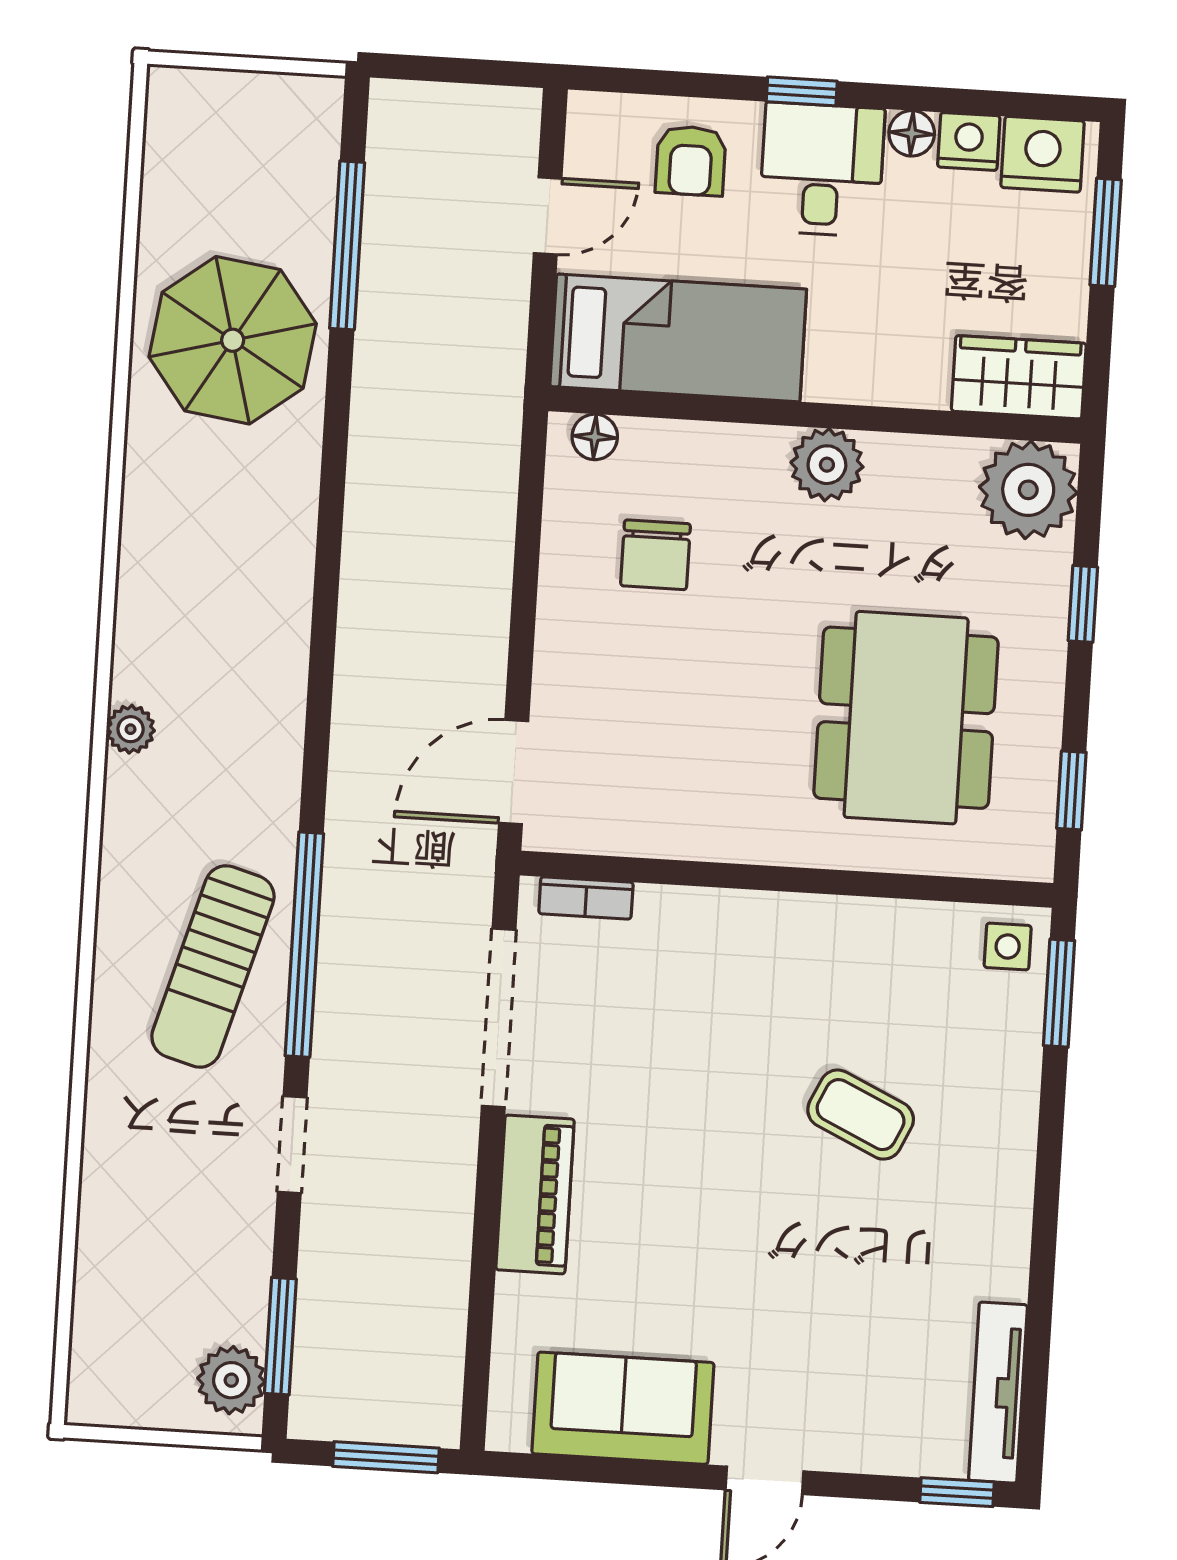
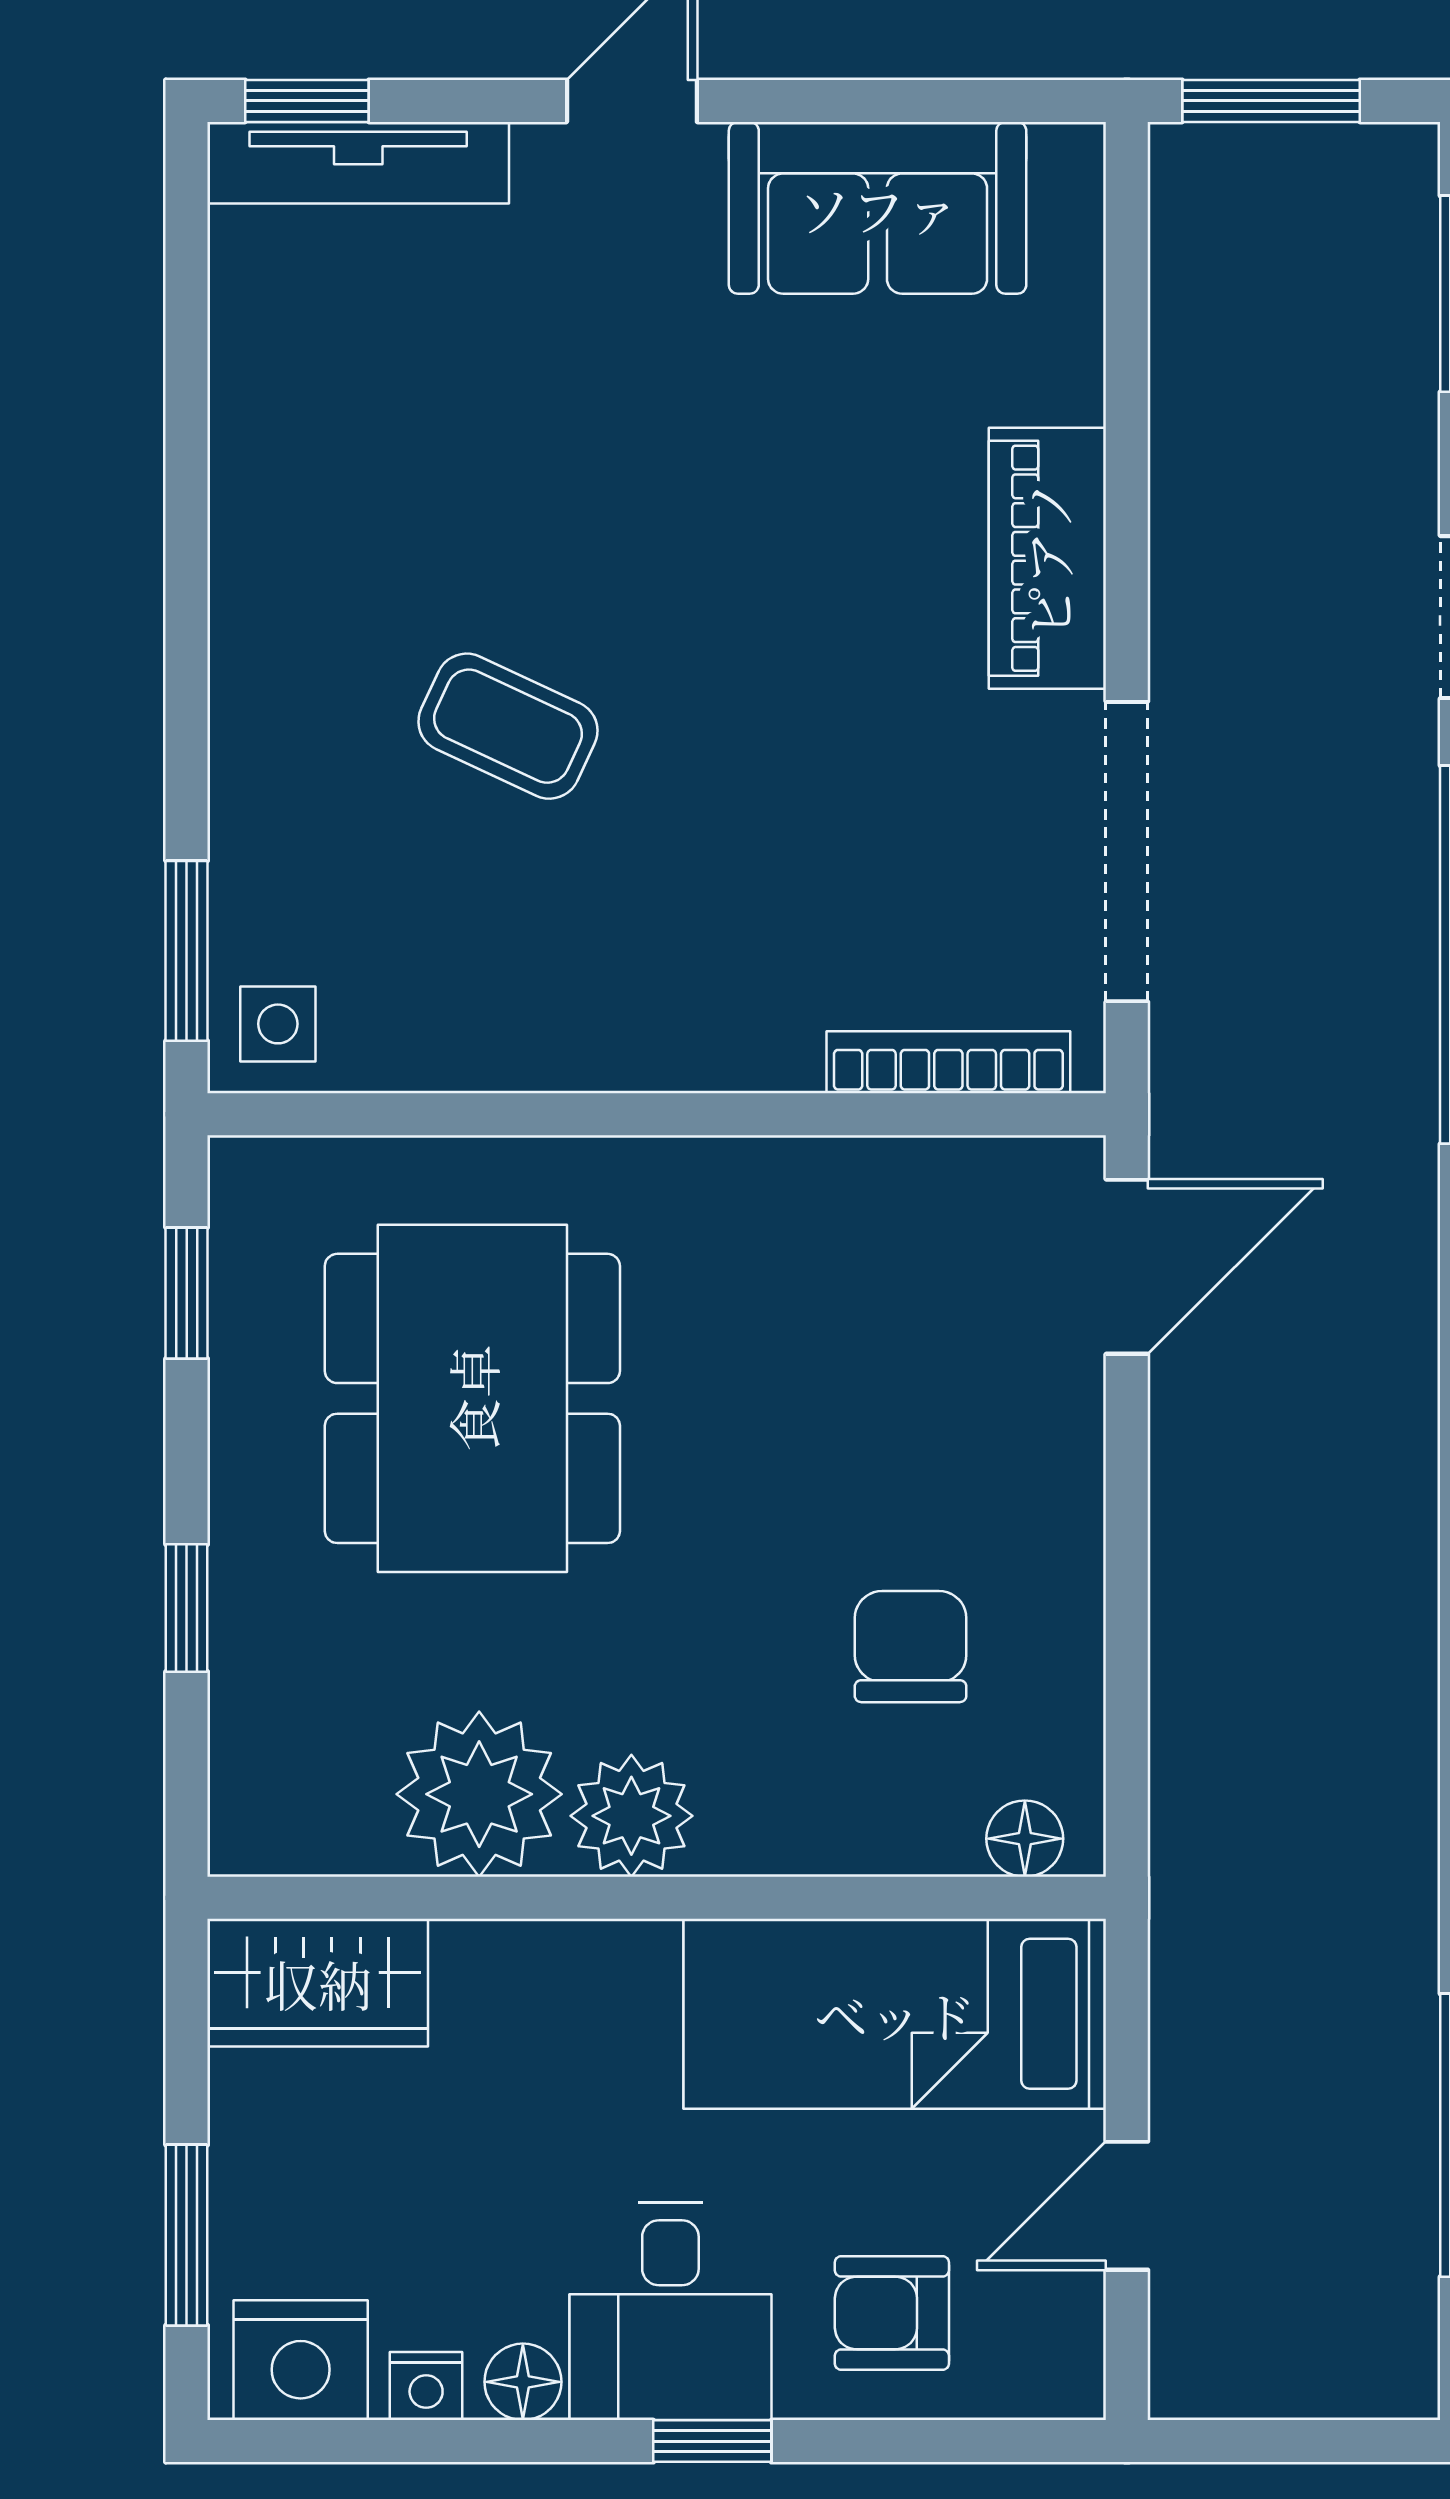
nightstand: (969, 141) -> (426, 2386), width x0.72, depth x0.74
armchair: (691, 161) -> (892, 2313), turned -90
plant: (1028, 490) -> (479, 1794), moved
bookcase: (586, 898) -> (948, 1062), width x1.56
tv unit: (998, 1393) -> (358, 163), moved, turned 90

